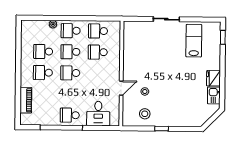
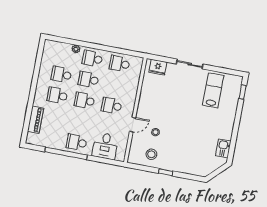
school desk: (98, 52) -> (112, 106), moved
fridge: (213, 78) -> (158, 67), moved, turned -90

